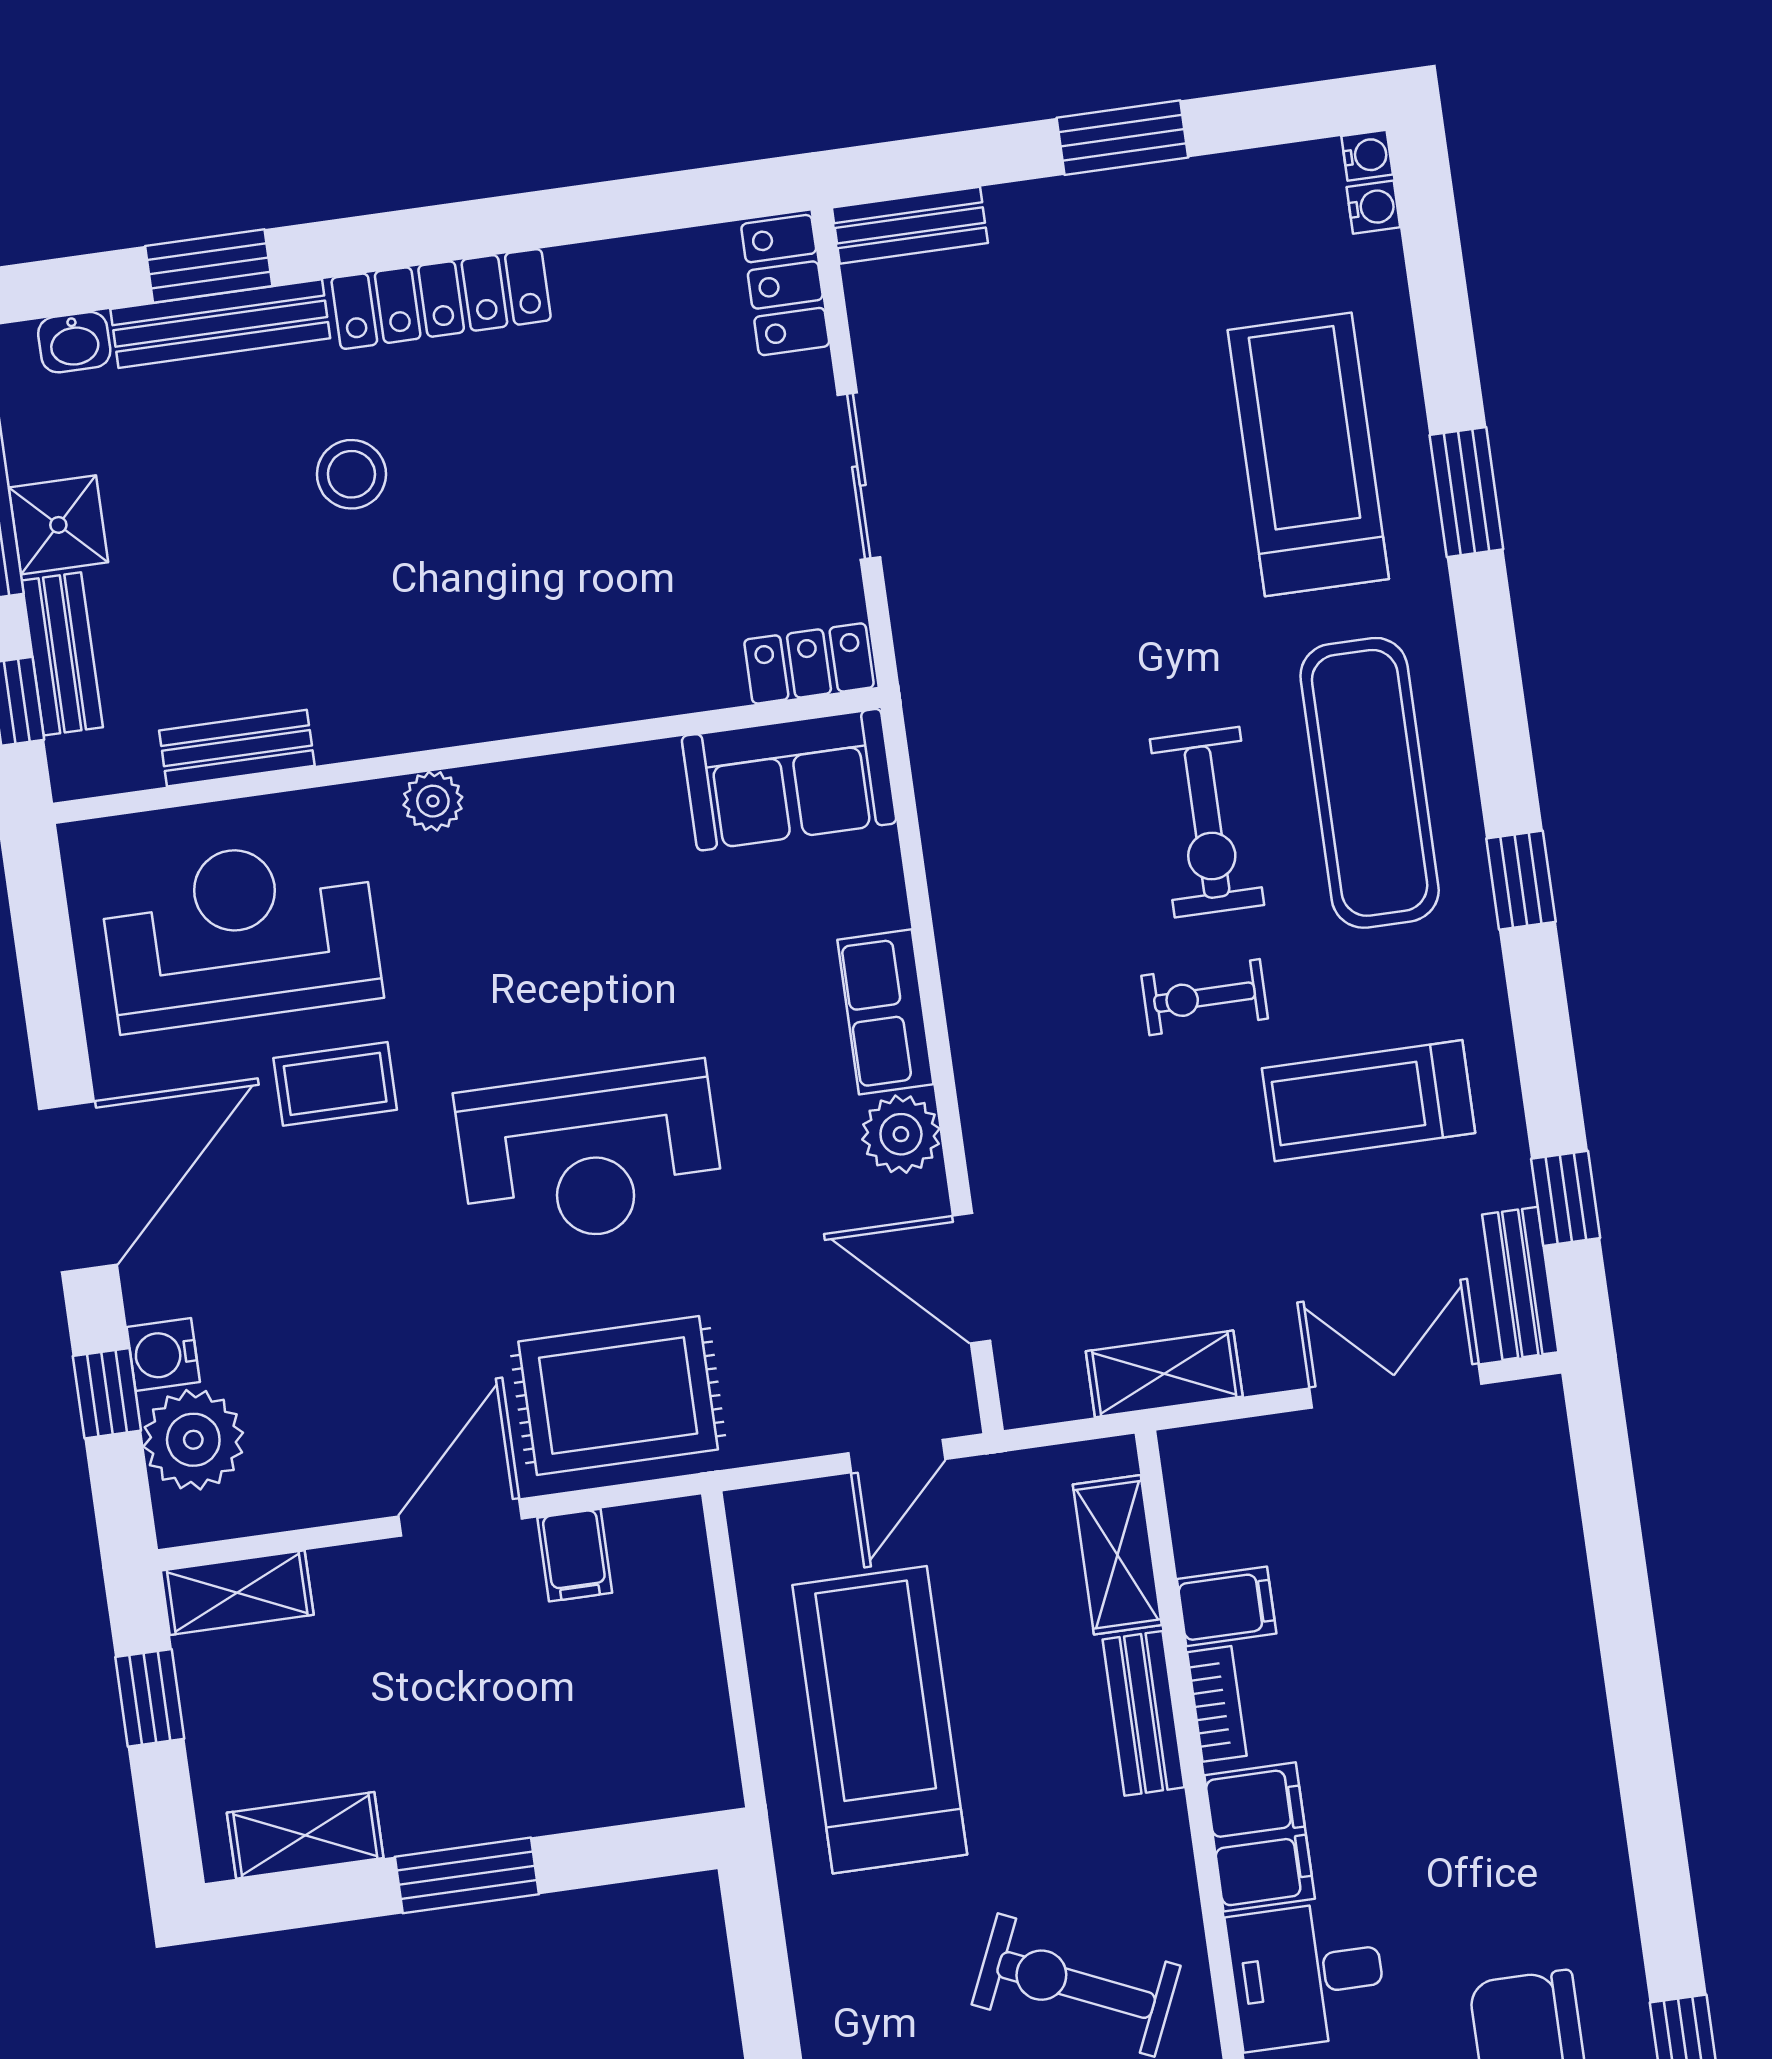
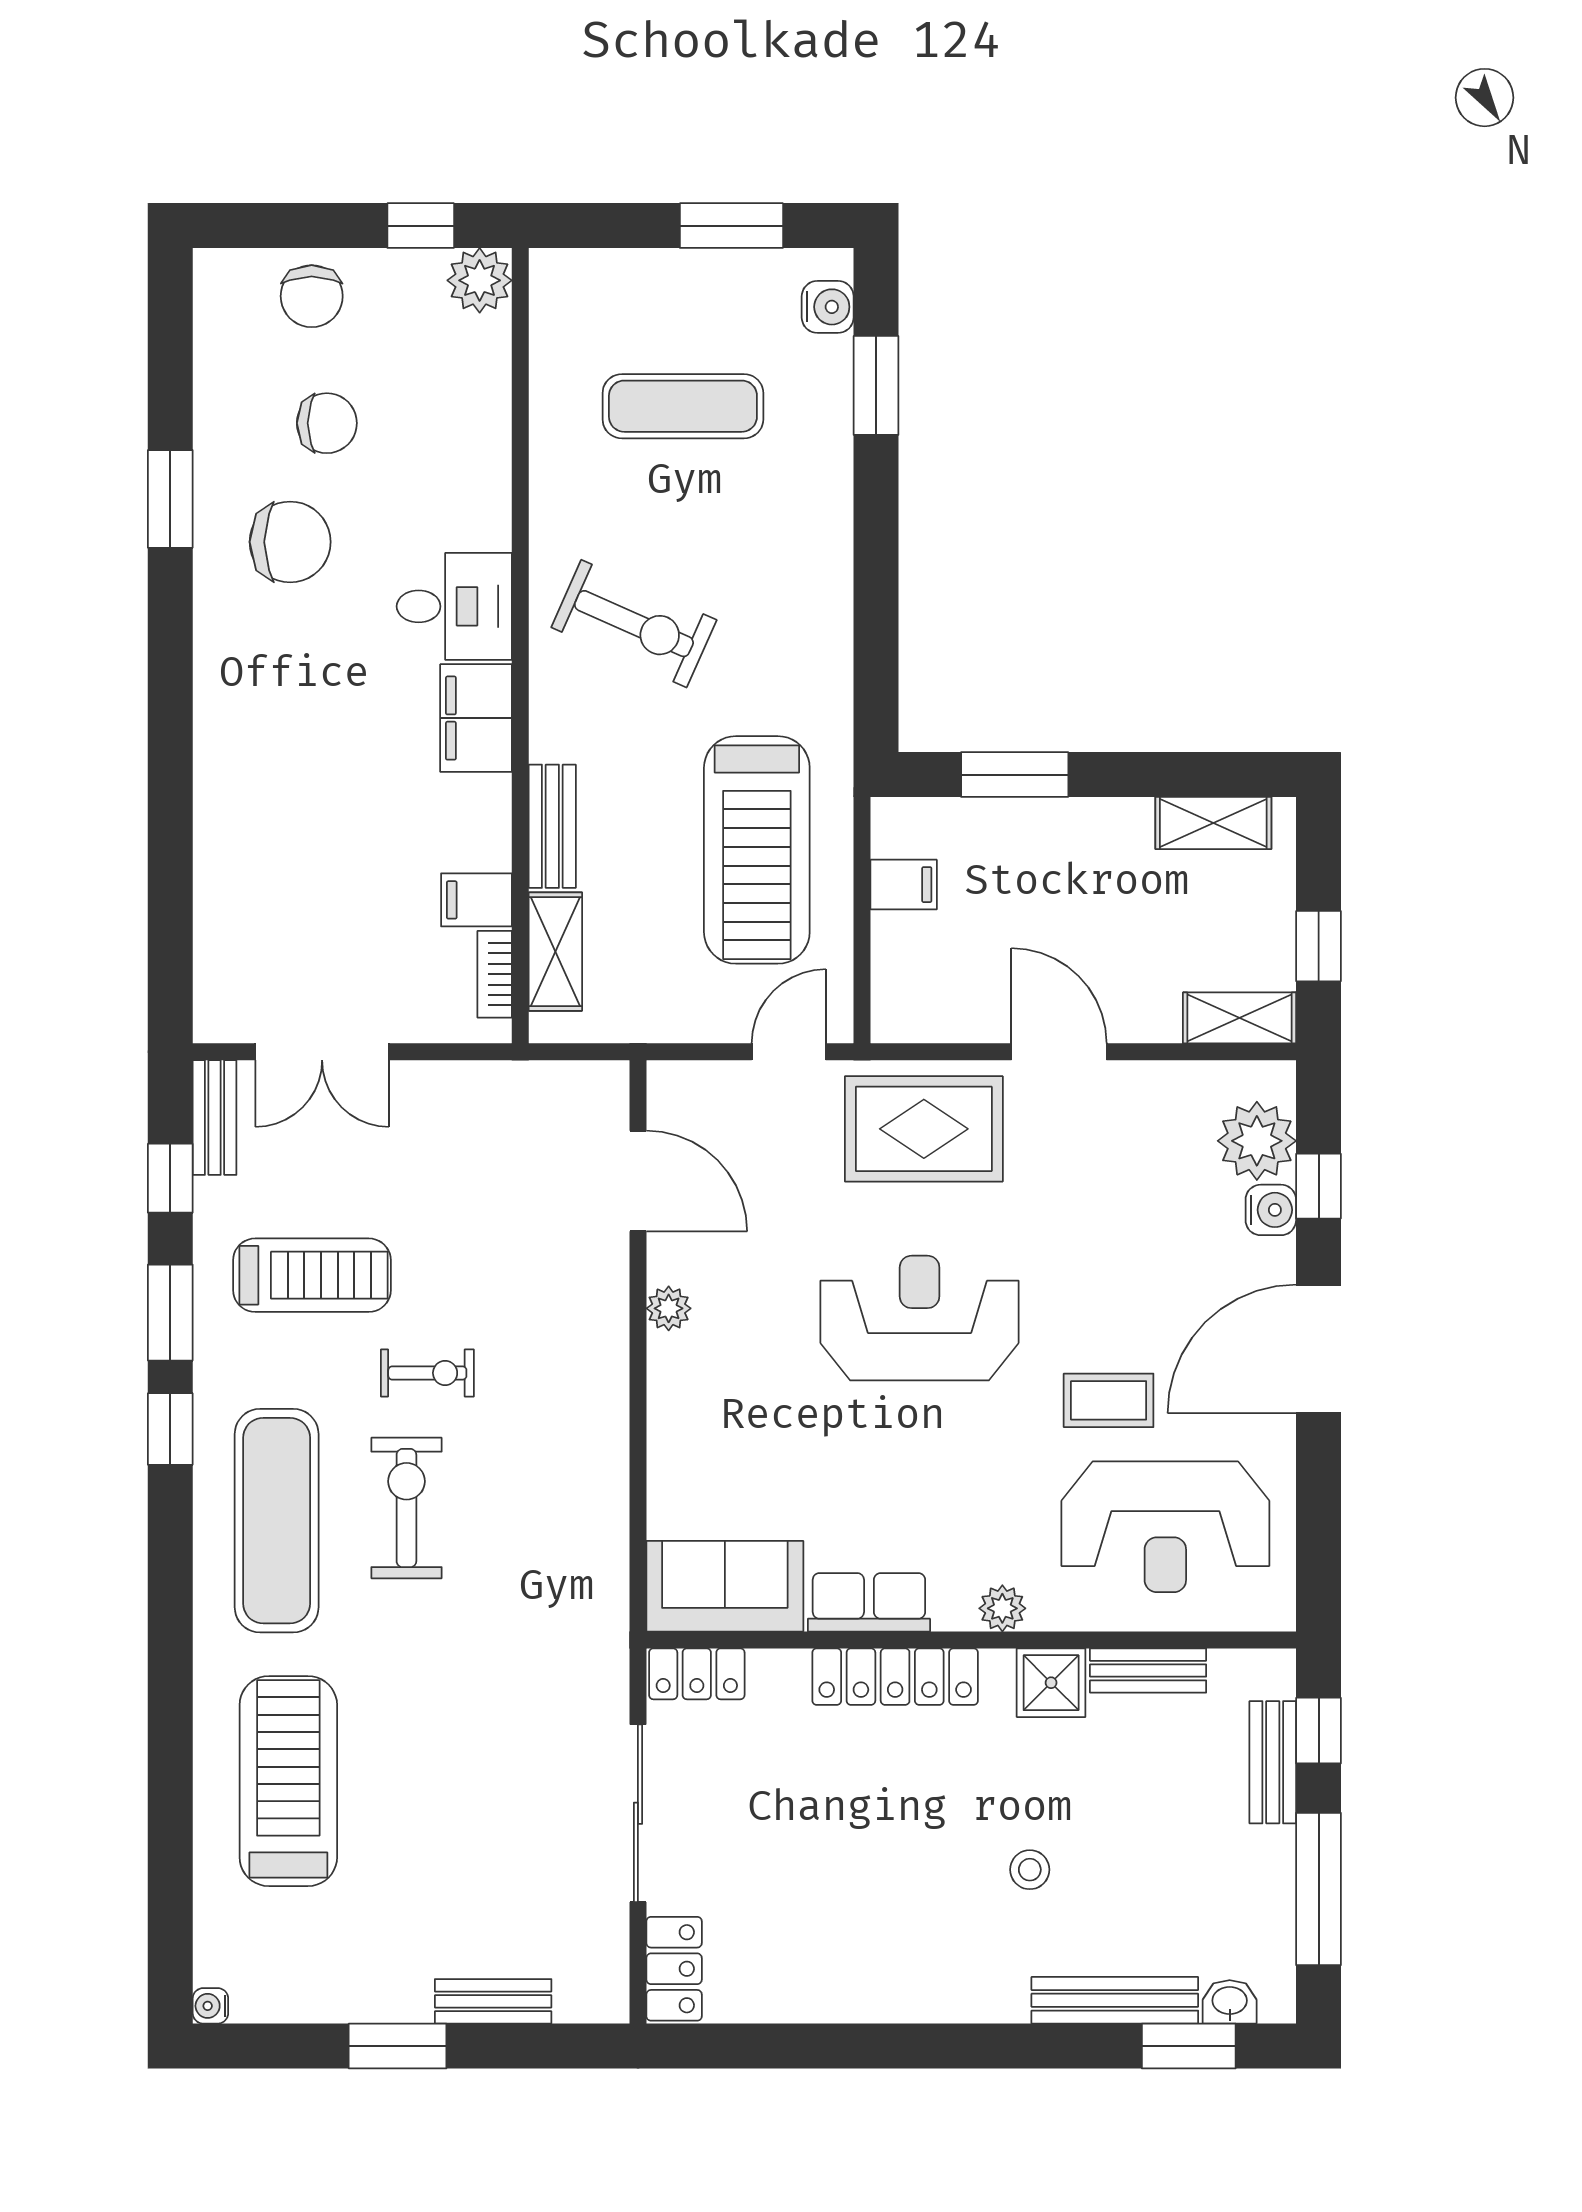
water cooler: (1373, 207) -> (211, 1965), removed
bench: (910, 225) -> (493, 2001), moved
window: (209, 266) -> (1189, 2046), moved
locker: (441, 299) -> (895, 1677), moved, turned 180
treadmill: (1308, 454) -> (288, 1781), turned 180
stool: (351, 474) -> (1030, 1870), width x0.73, depth x0.73
sliding door: (859, 476) -> (638, 1813), width x1.37
window: (1466, 492) -> (170, 1313), moved
shower: (58, 525) -> (1051, 1683), moved
row of seats: (885, 1012) -> (869, 1602), moved, turned -90
plant: (901, 1134) -> (669, 1308), width x0.73, depth x0.73
shelving: (1164, 1374) -> (499, 1086), removed
door: (897, 1456) -> (789, 1052), moved
door: (460, 1517) -> (1059, 1052), swing flipped
filing cabinet: (575, 1555) -> (904, 885), moved, turned 90
bookcase: (1217, 1704) -> (495, 974), moved
window: (467, 1875) -> (1015, 775), moved

